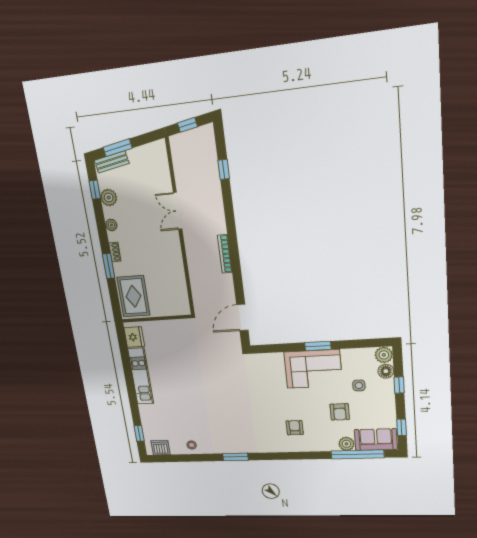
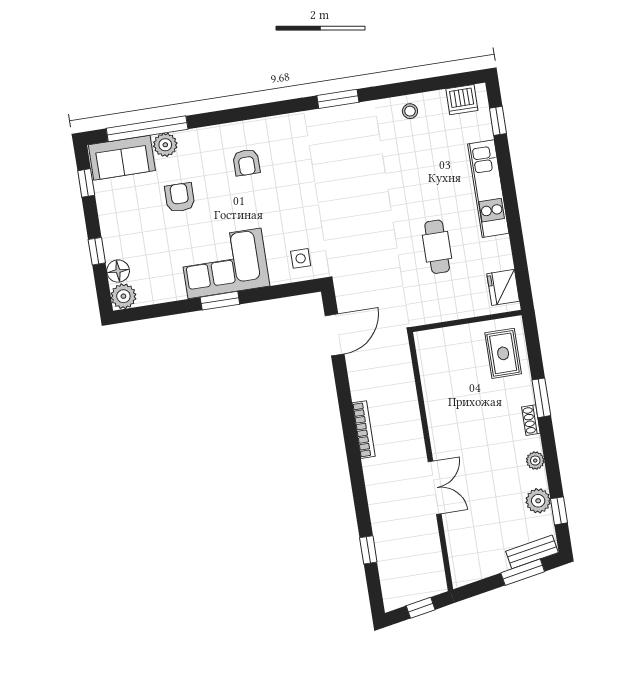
rug: (133, 296) -> (503, 353), width x0.73, depth x0.70
cafe table: (175, 365) -> (437, 247), added
kitchen unit: (141, 376) -> (488, 189), moved
side table: (359, 385) -> (301, 258), moved

